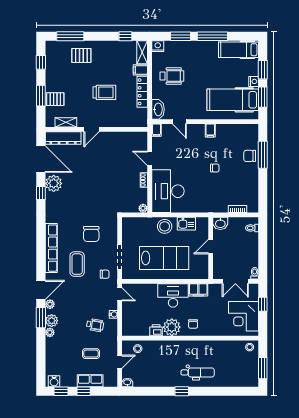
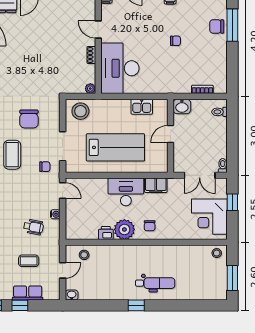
stool: (165, 226) -> (80, 111), moved

